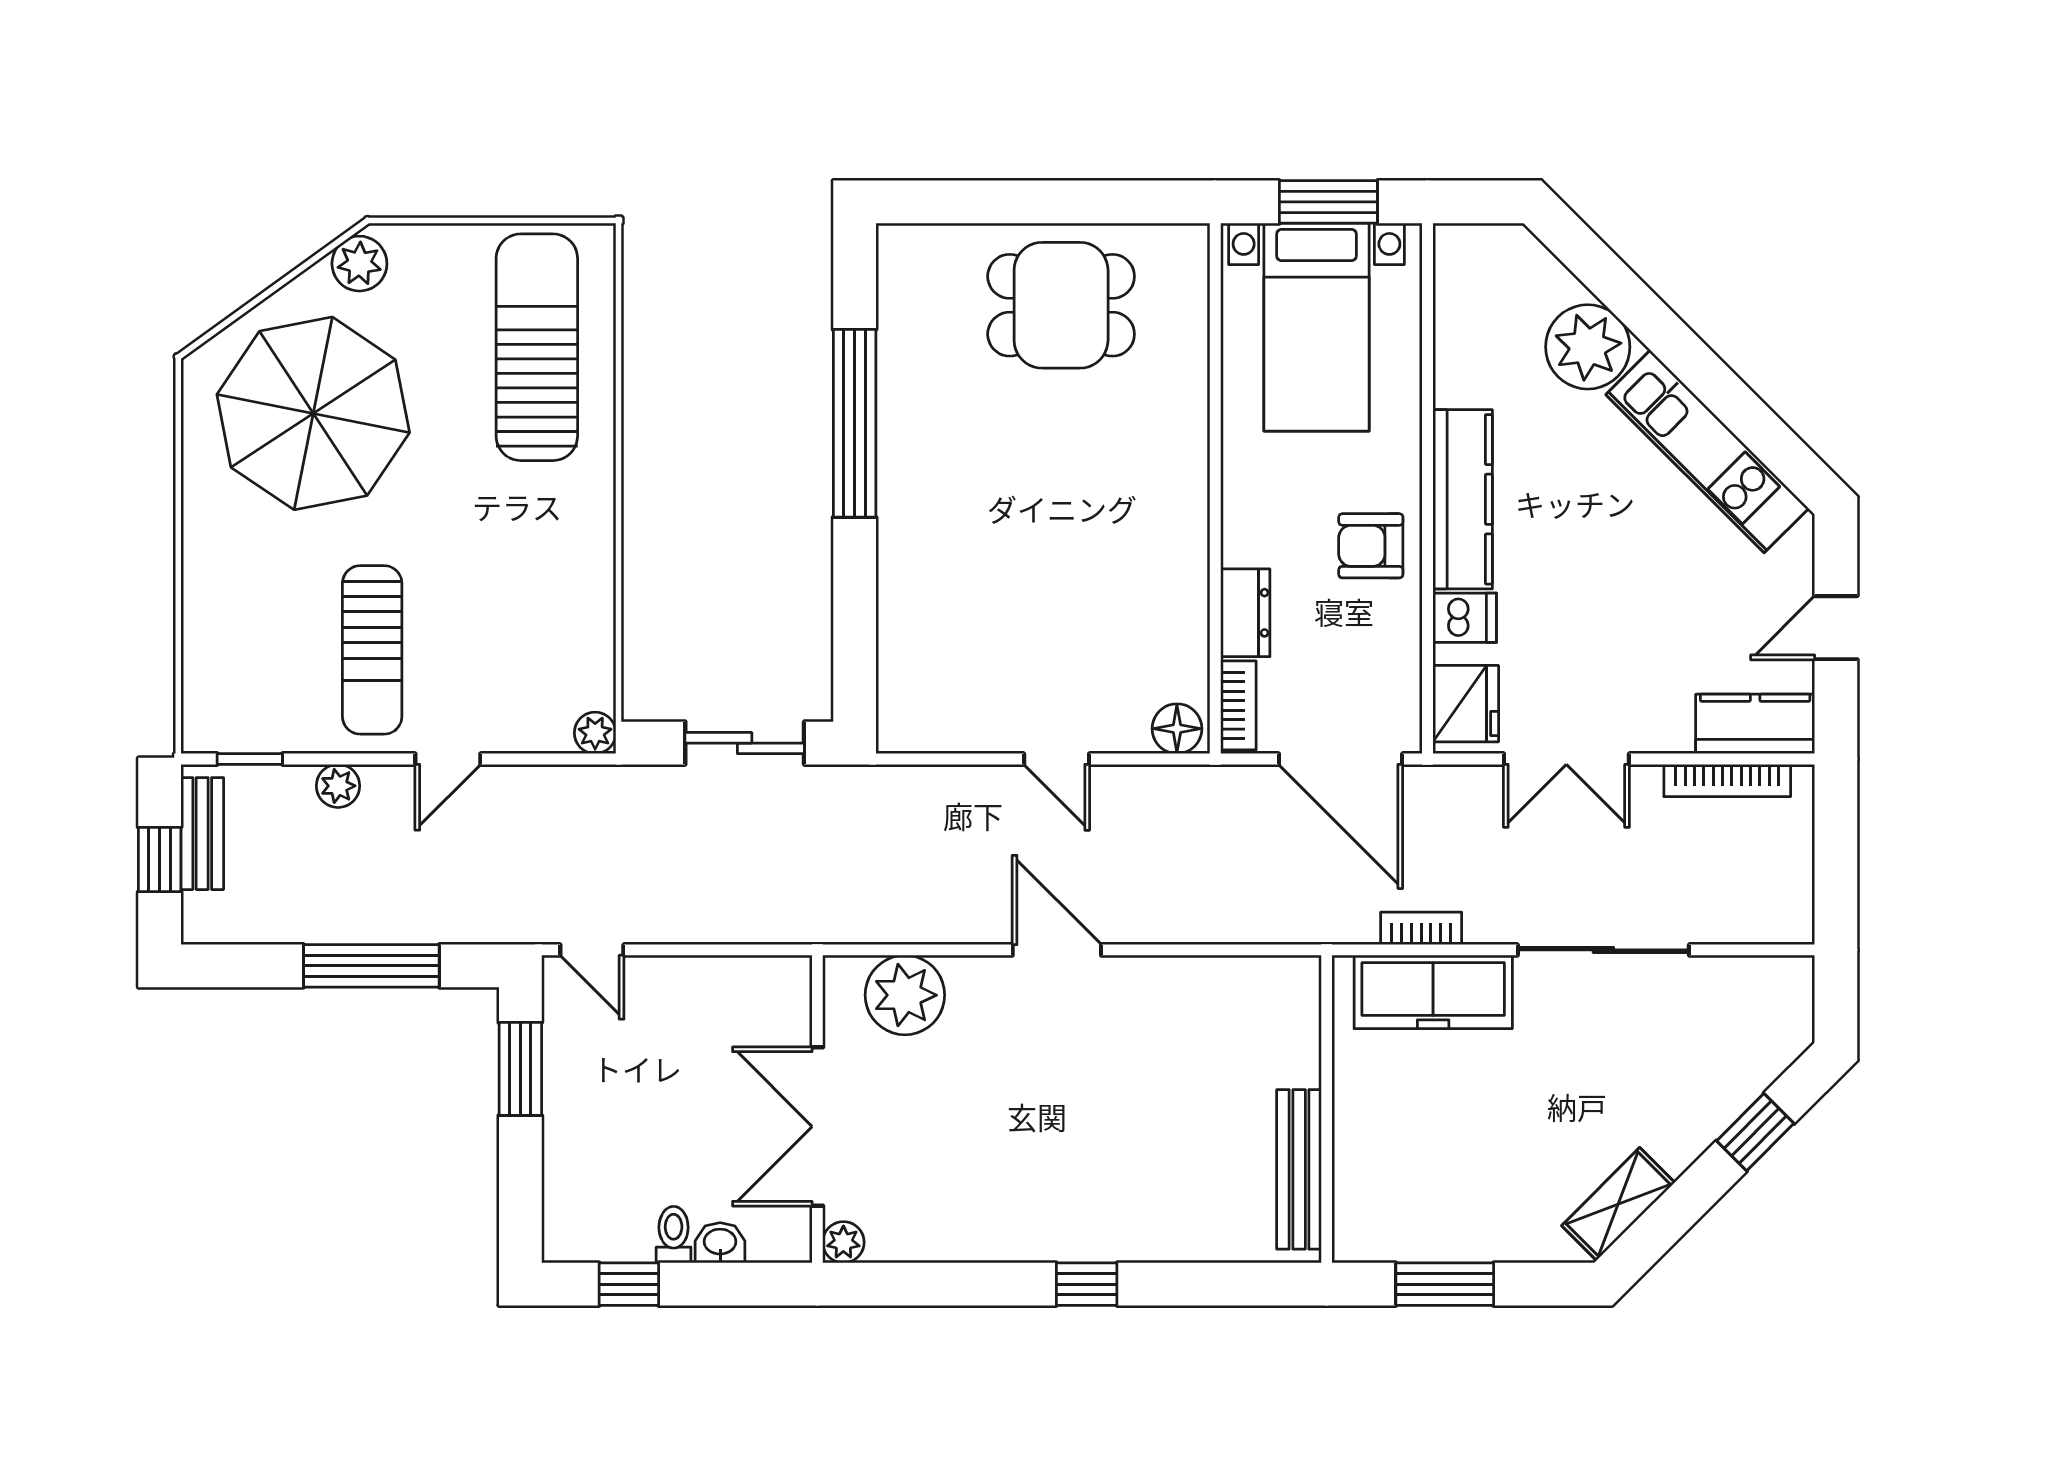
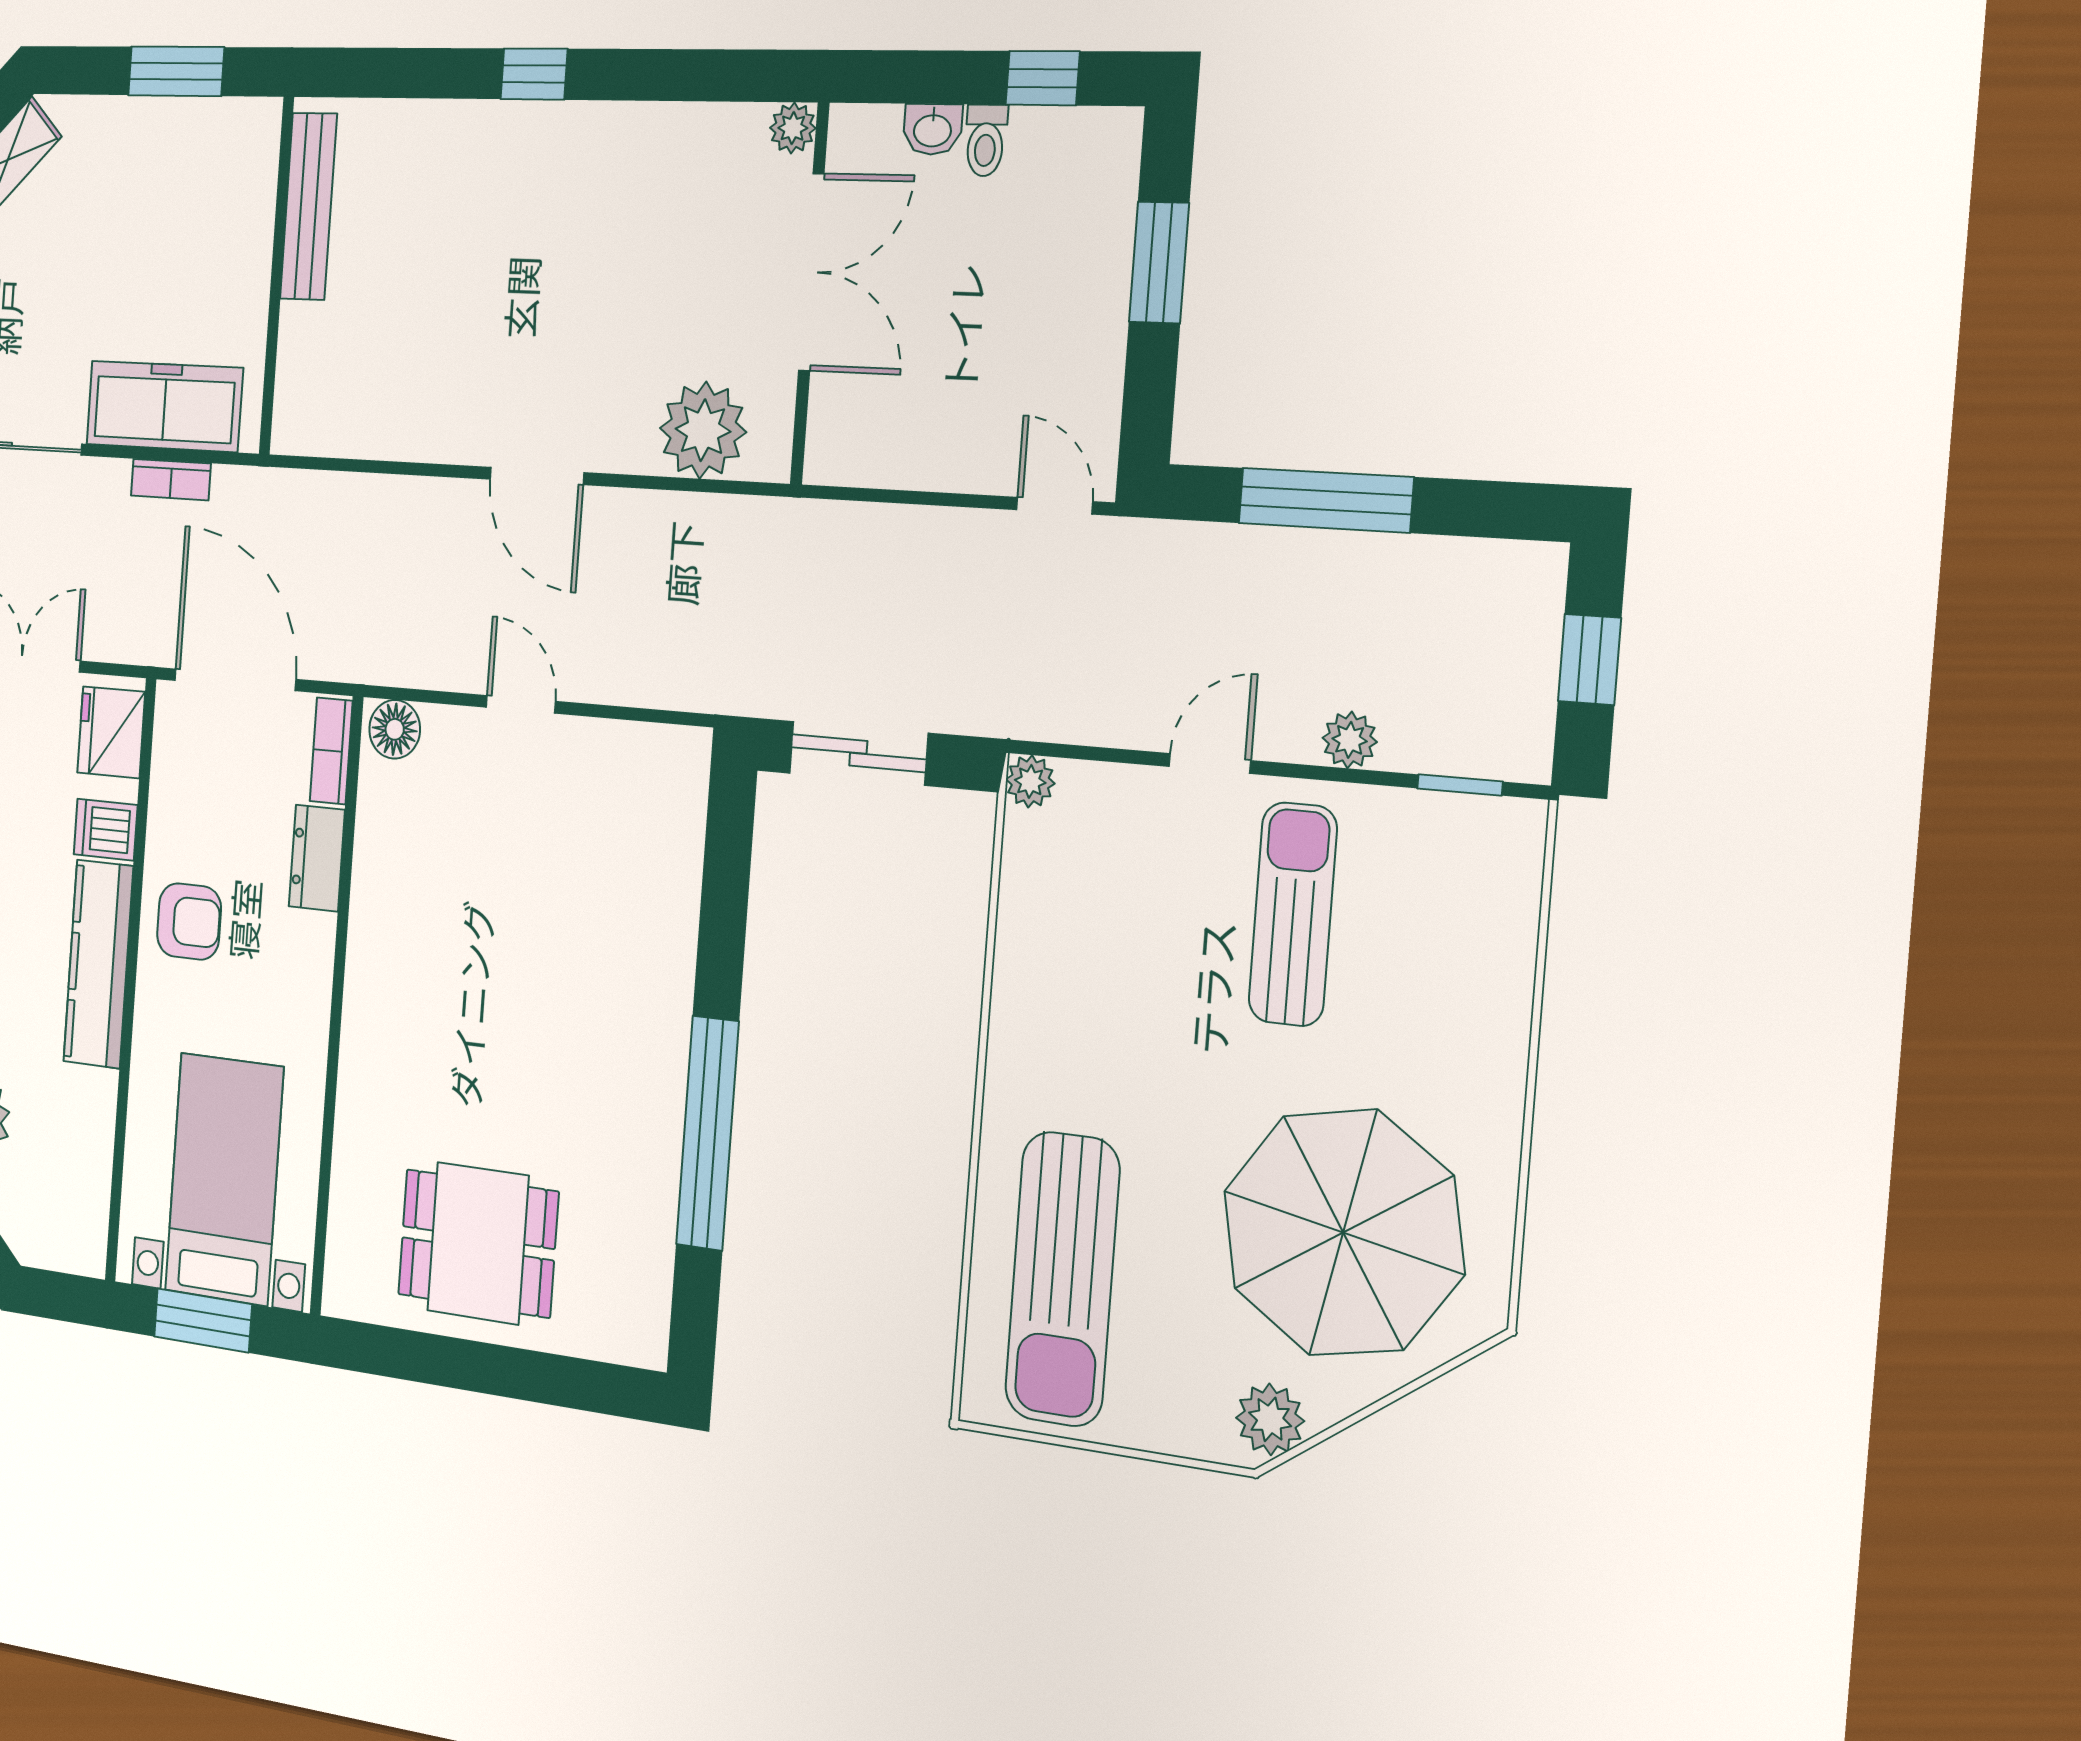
bench: (202, 834) -> (1530, 690), removed
window: (520, 1069) -> (1159, 262), moved

